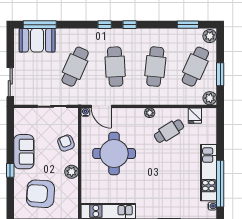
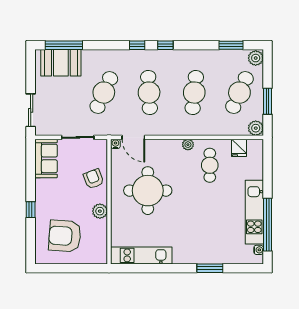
cafe table: (169, 131) -> (210, 165), turned -58
sofa: (24, 152) -> (46, 158), moved

